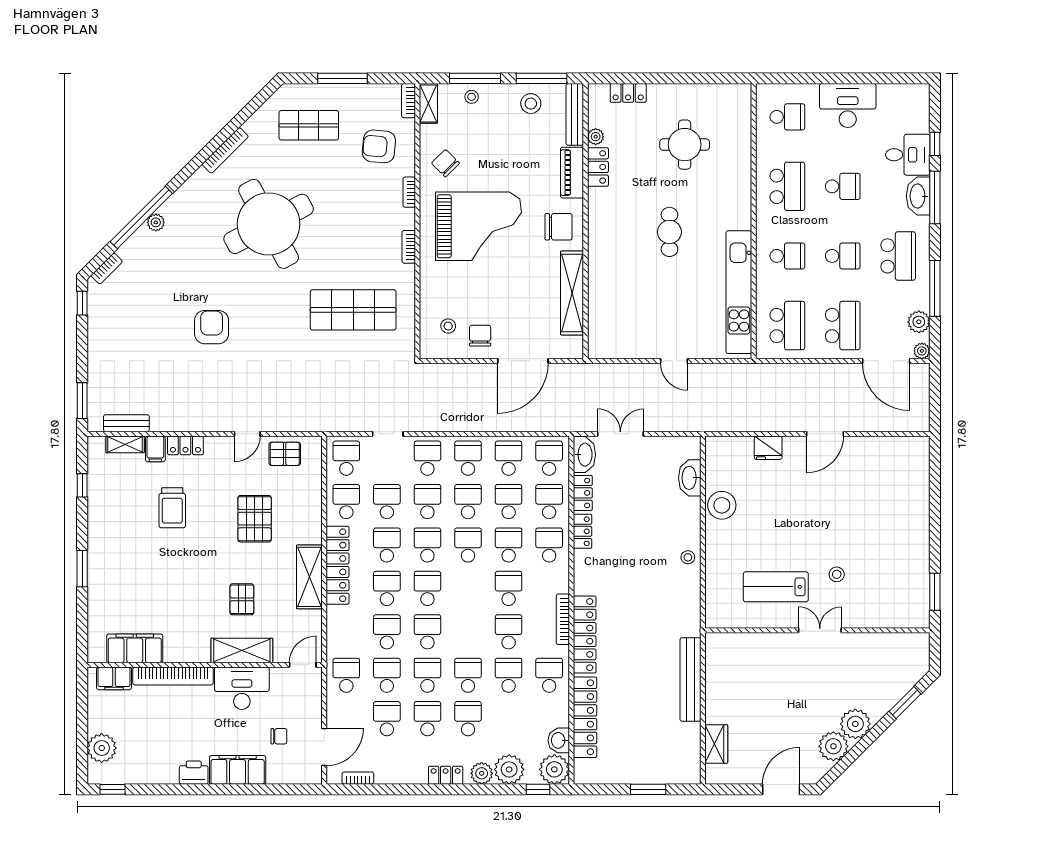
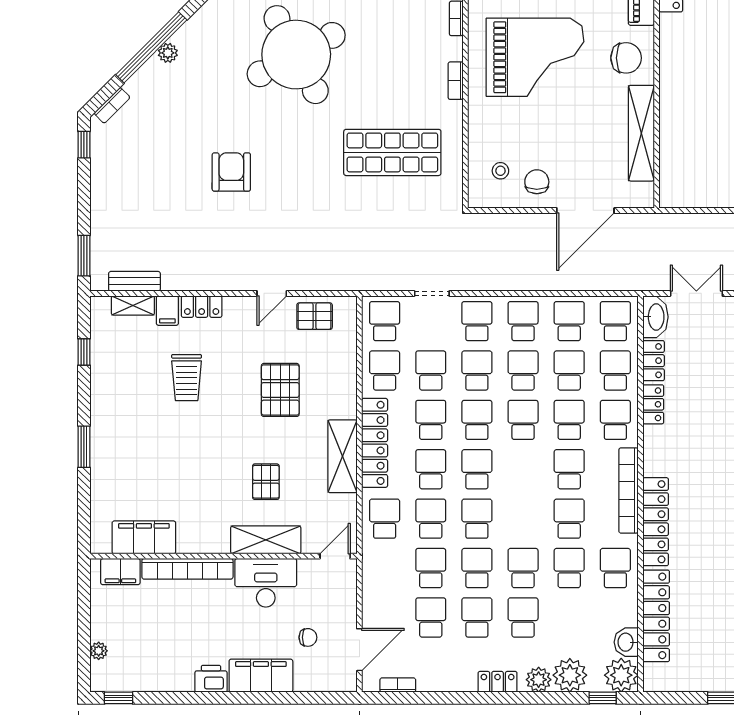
bookcase: (563, 619) -> (629, 490), width x1.48, depth x1.31
school desk: (346, 675) -> (385, 519), moved
plant: (102, 748) -> (99, 651), width x0.53, depth x0.53

